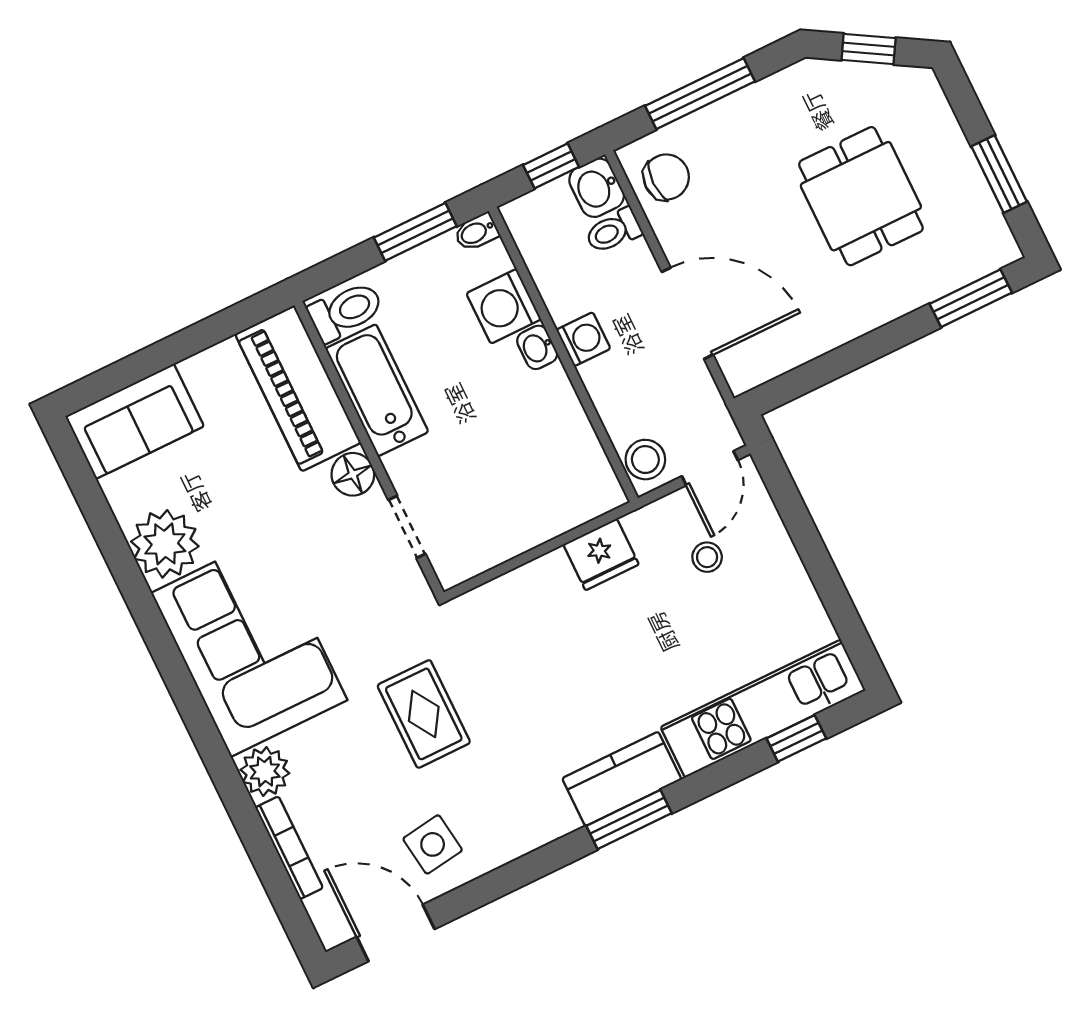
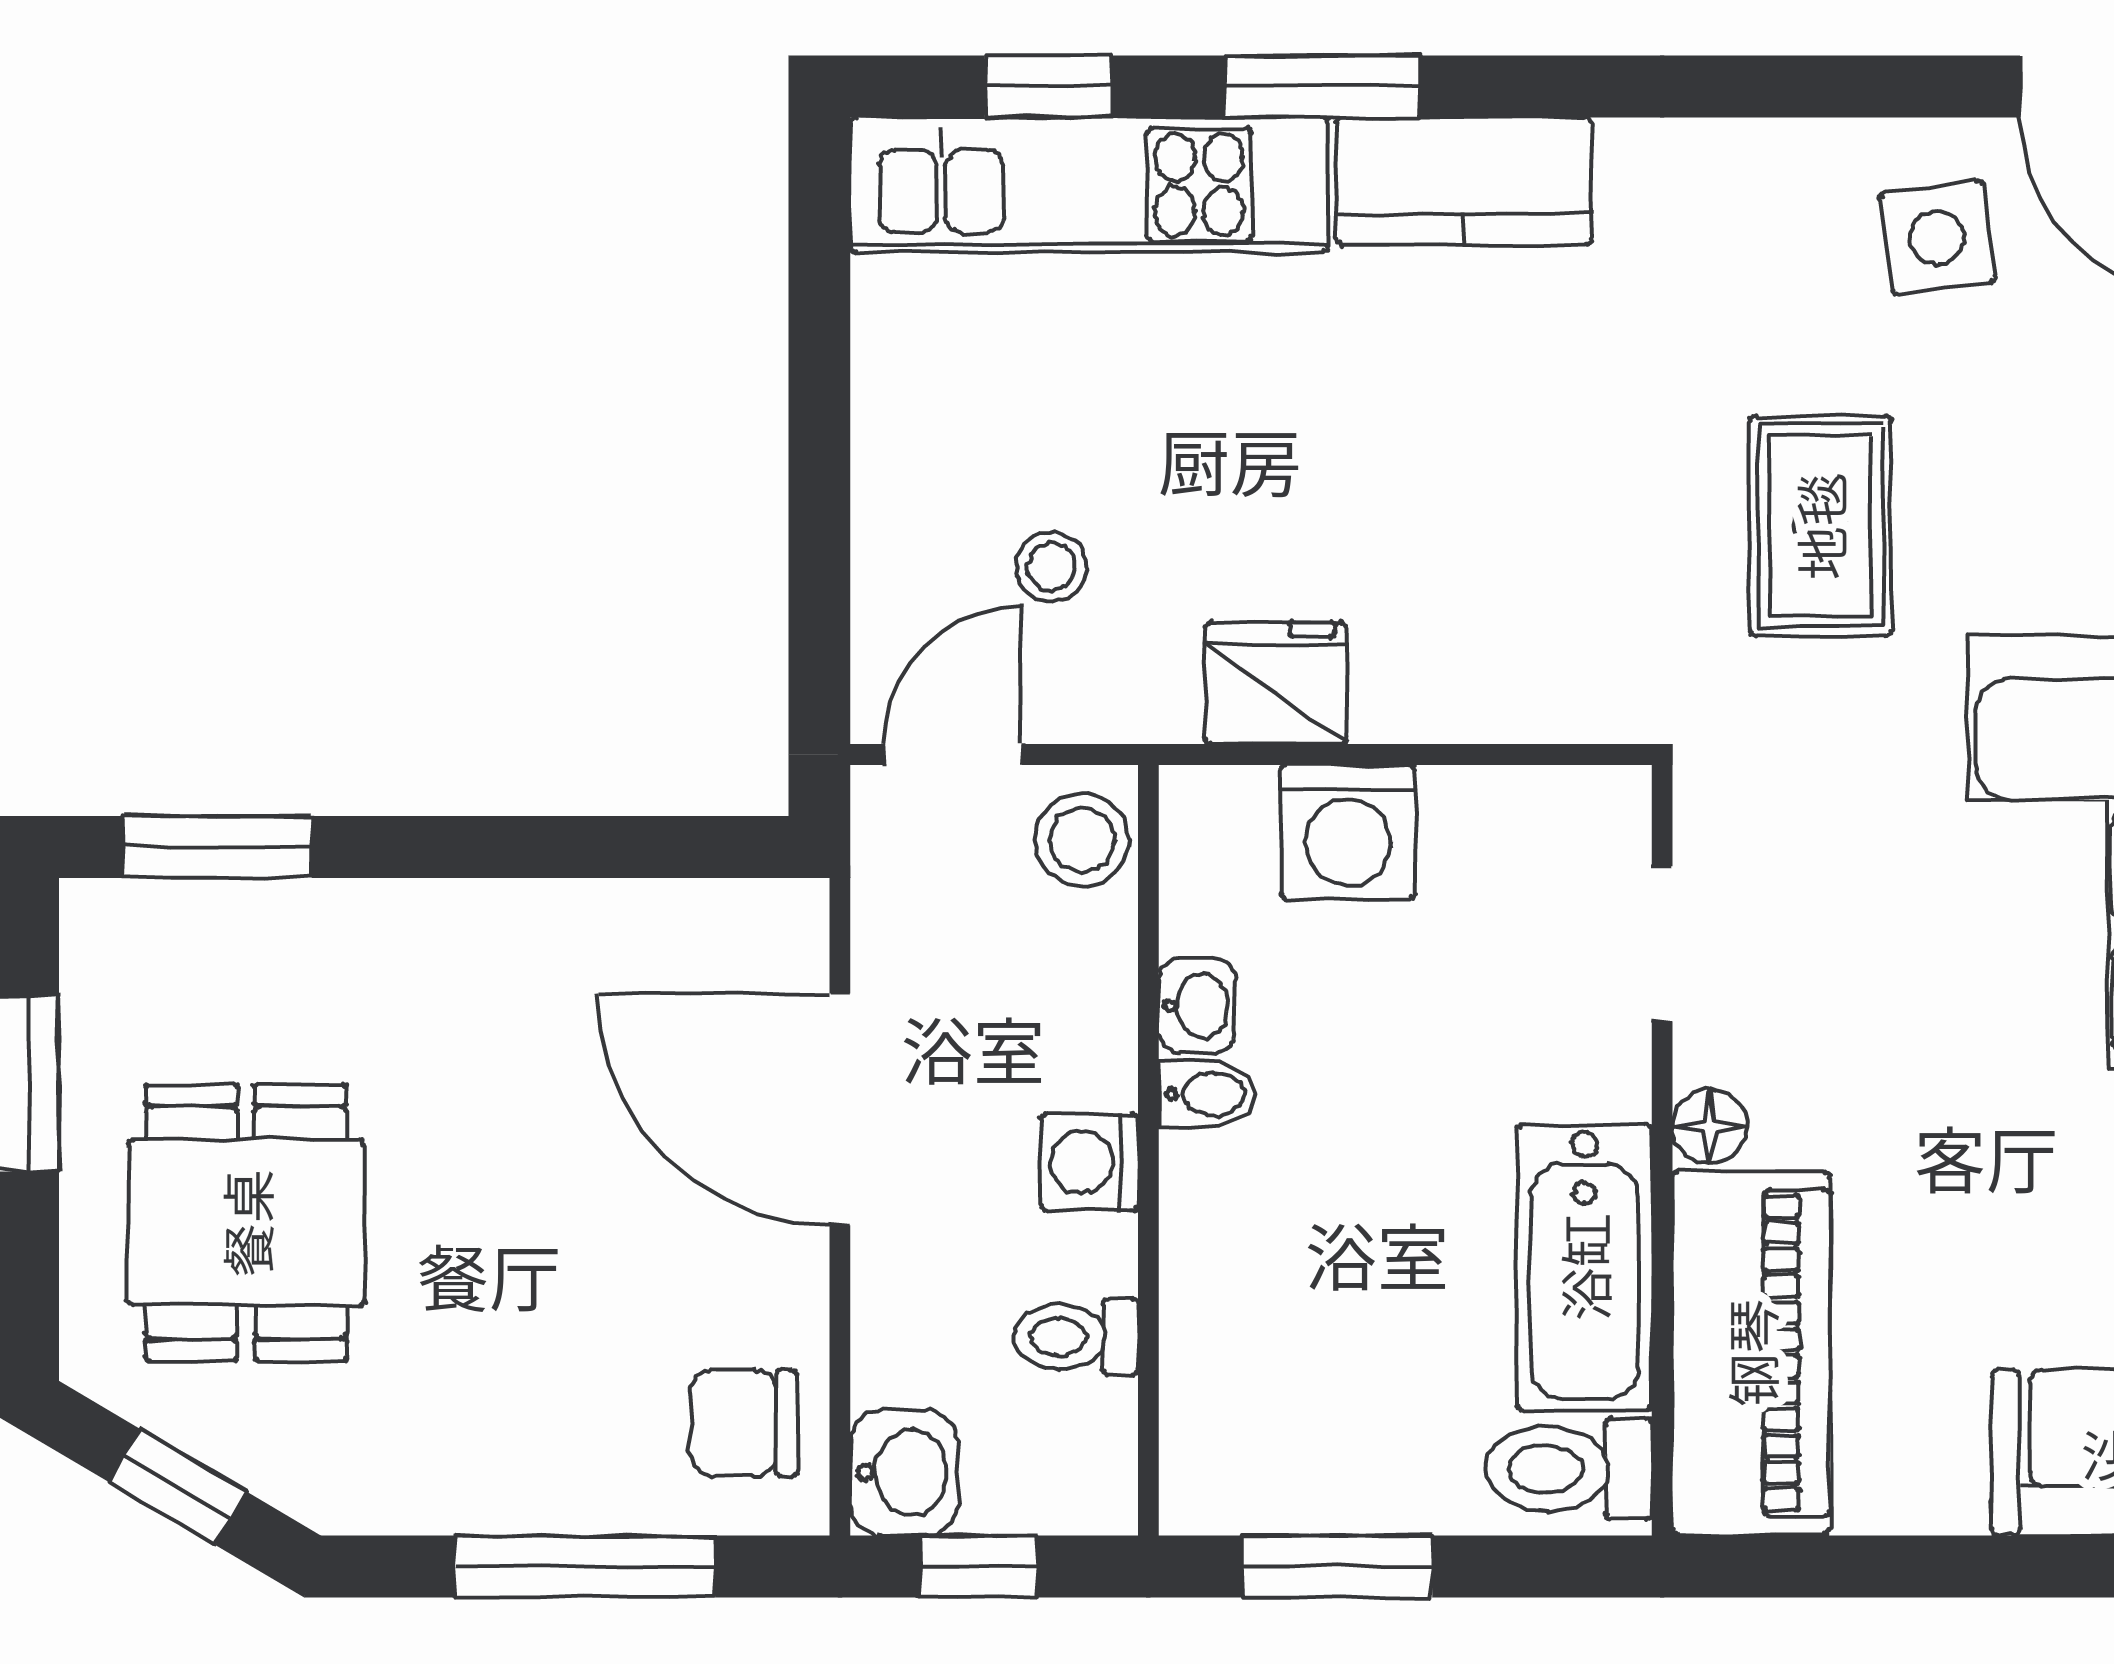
dining table: (861, 196) -> (246, 1223), moved
toilet: (613, 231) -> (1076, 1337), moved, turned 180
bidet: (476, 232) -> (1207, 1094), moved
washing machine: (504, 306) -> (1348, 832), moved, turned 90
washbasin: (537, 347) -> (1197, 1006), moved
floor lamp: (353, 474) -> (1709, 1126), width x0.73, depth x0.73
window: (629, 820) -> (1322, 86), moved

